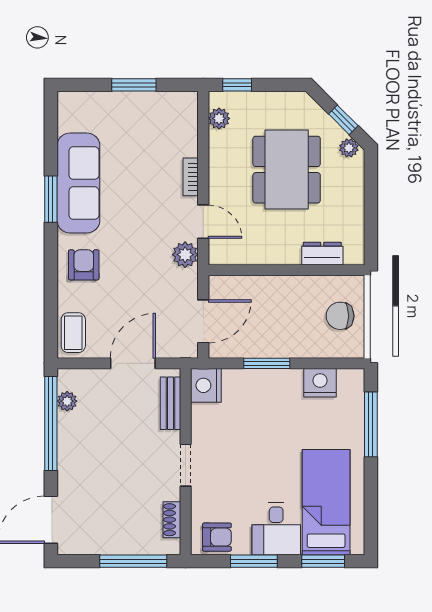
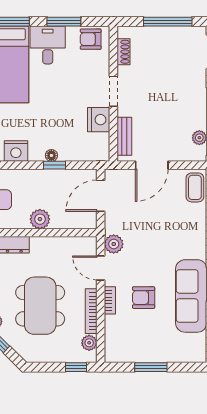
bookcase: (216, 162) -> (91, 311), added
armchair: (84, 265) -> (144, 298), moved, turned 90
plant: (287, 289) -> (40, 219), added
window: (267, 363) -> (55, 165), width x0.67
floor lamp: (271, 377) -> (51, 155), added
nightstand: (206, 385) -> (99, 120), moved
window: (133, 561) -> (168, 22), moved

